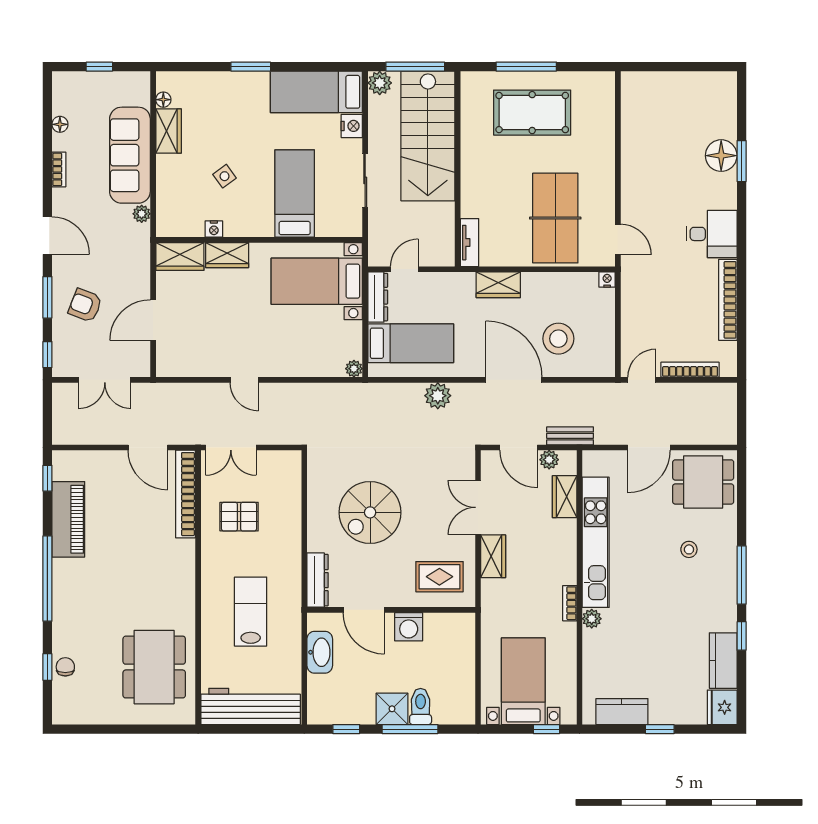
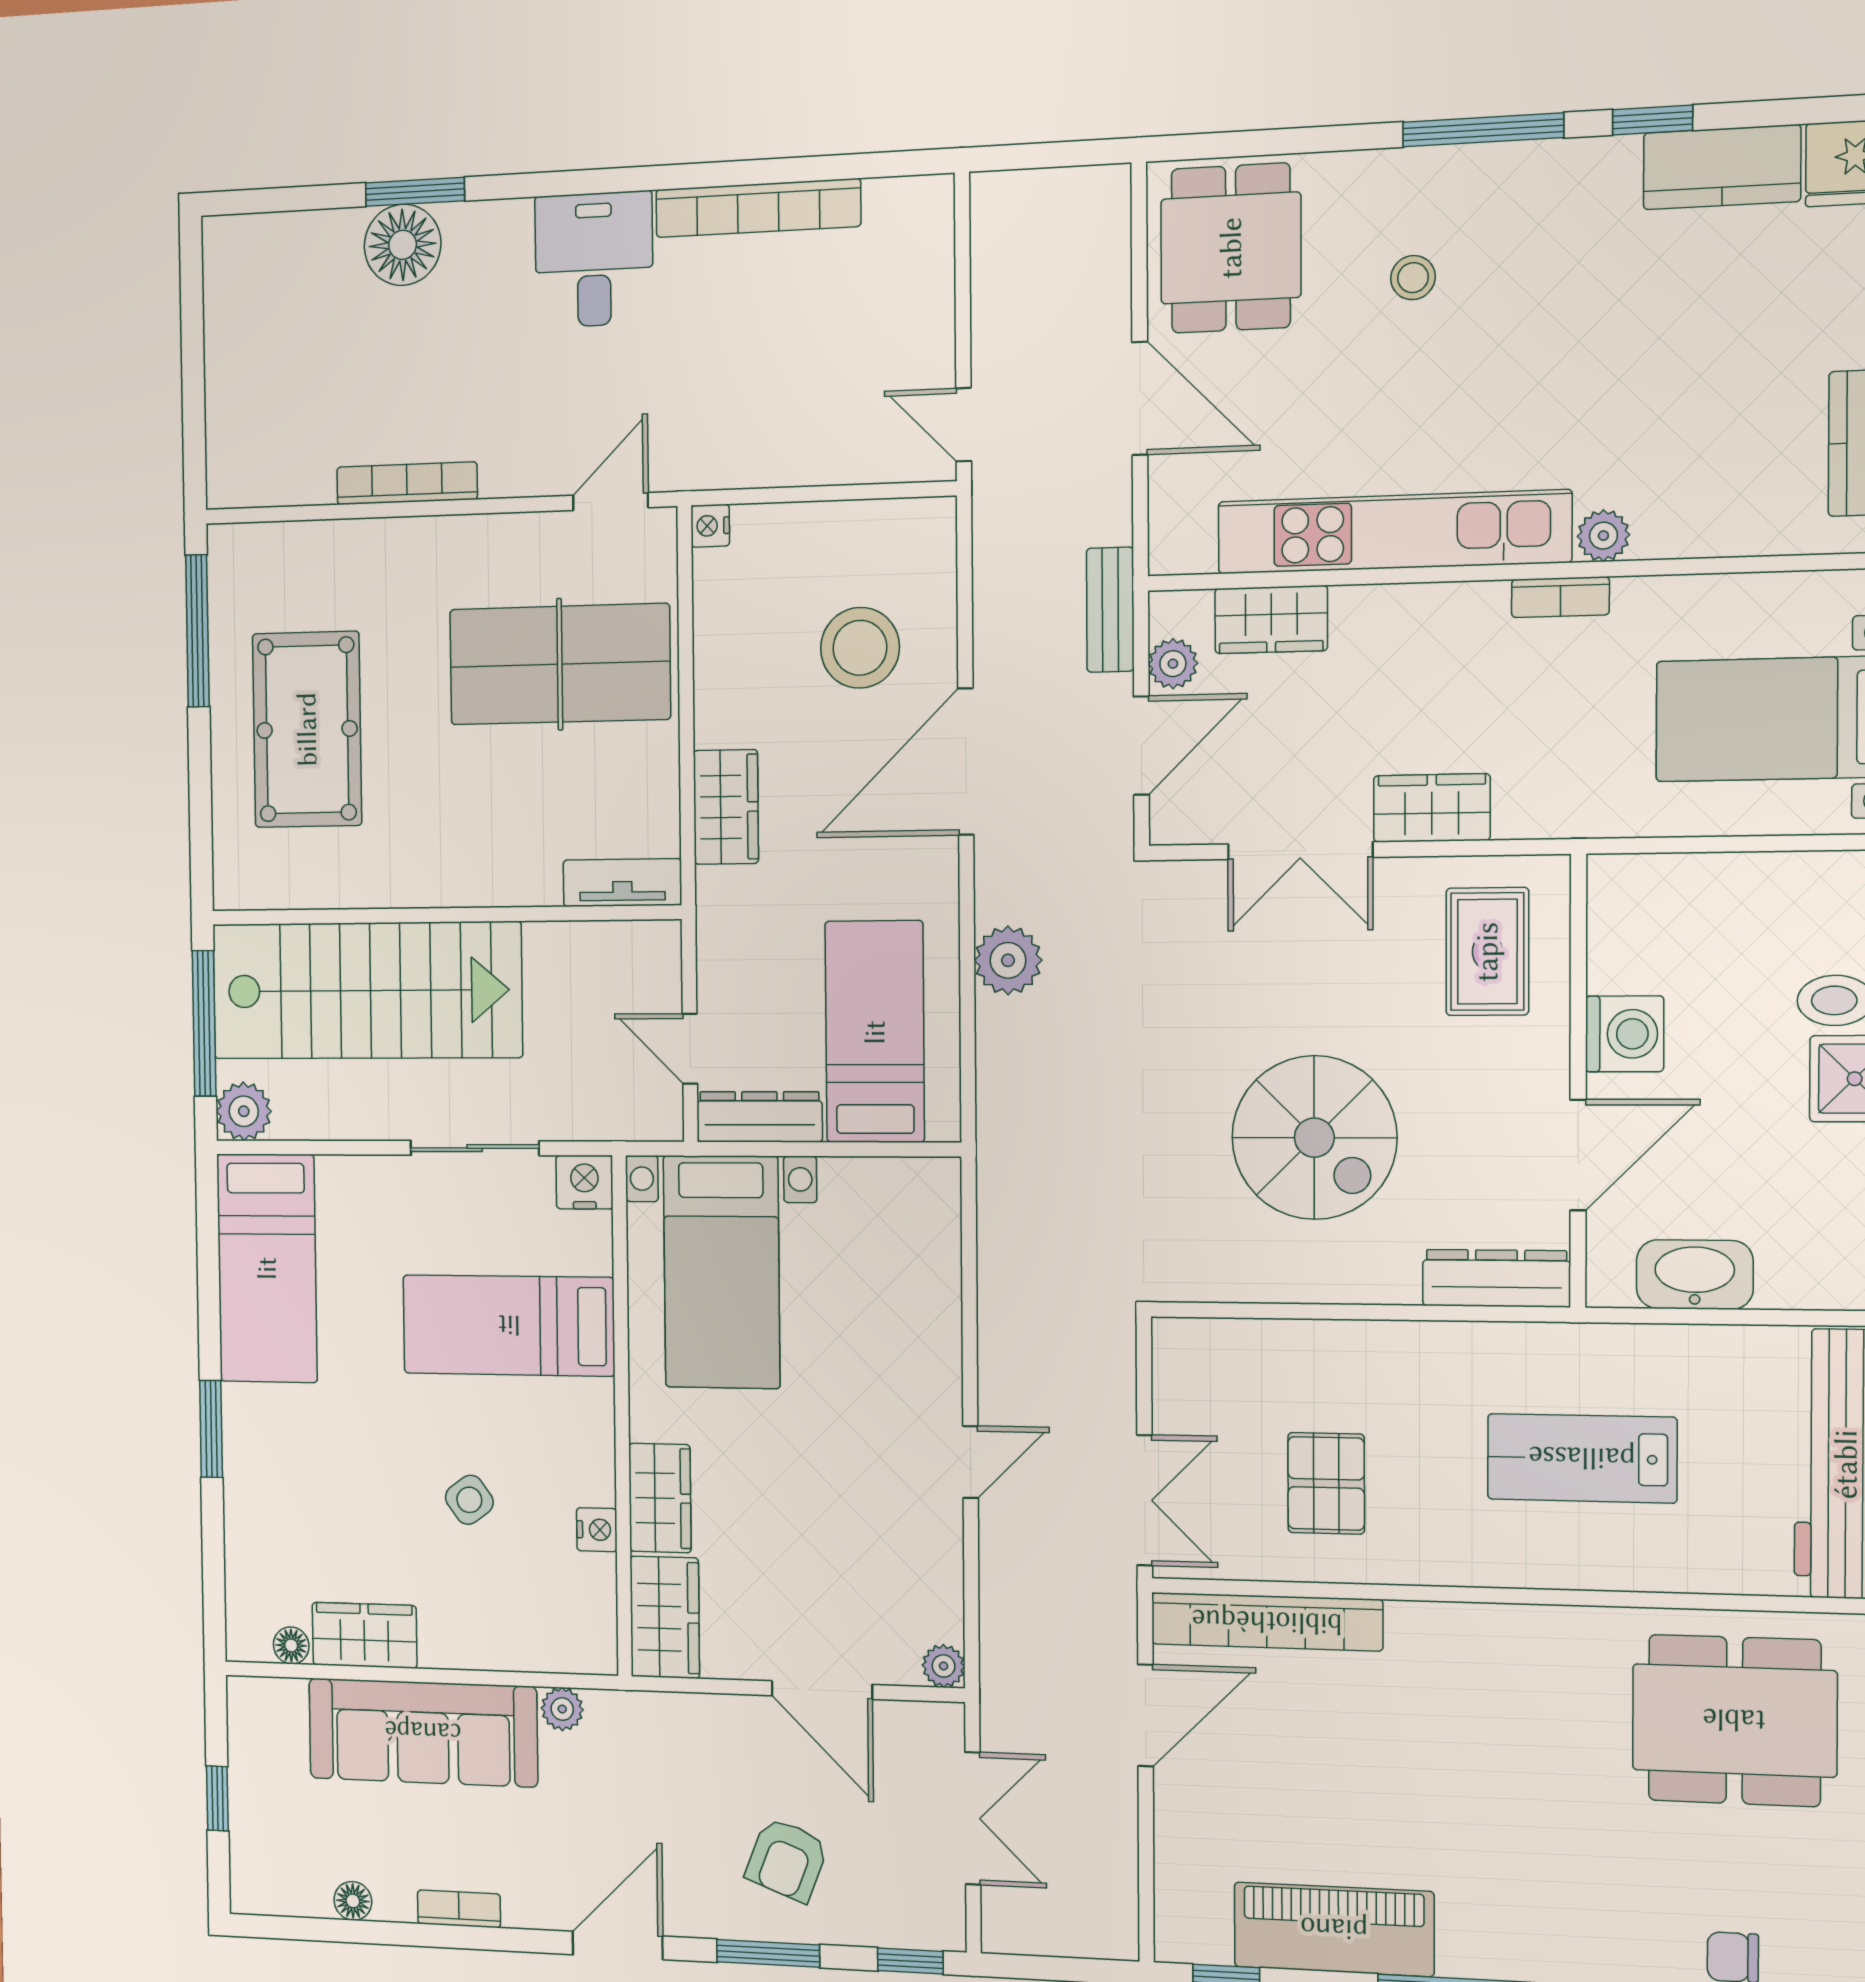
window: (526, 67) -> (197, 631), moved
nightstand: (352, 126) -> (584, 1182), moved
plant: (354, 369) -> (944, 1666), moved
bookcase: (690, 370) -> (407, 483), moved, turned 90

